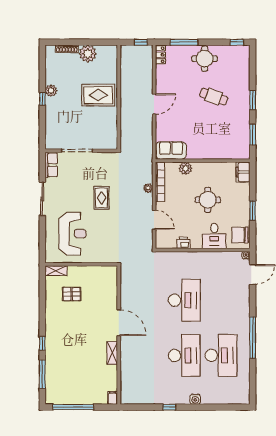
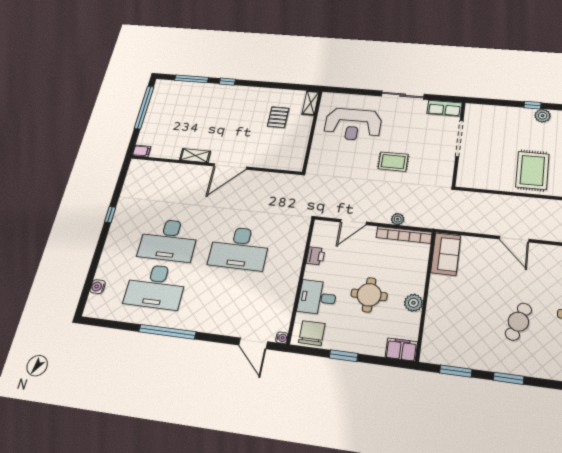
plant: (185, 168) -> (413, 303), moved
water cooler: (195, 399) -> (98, 287), moved

